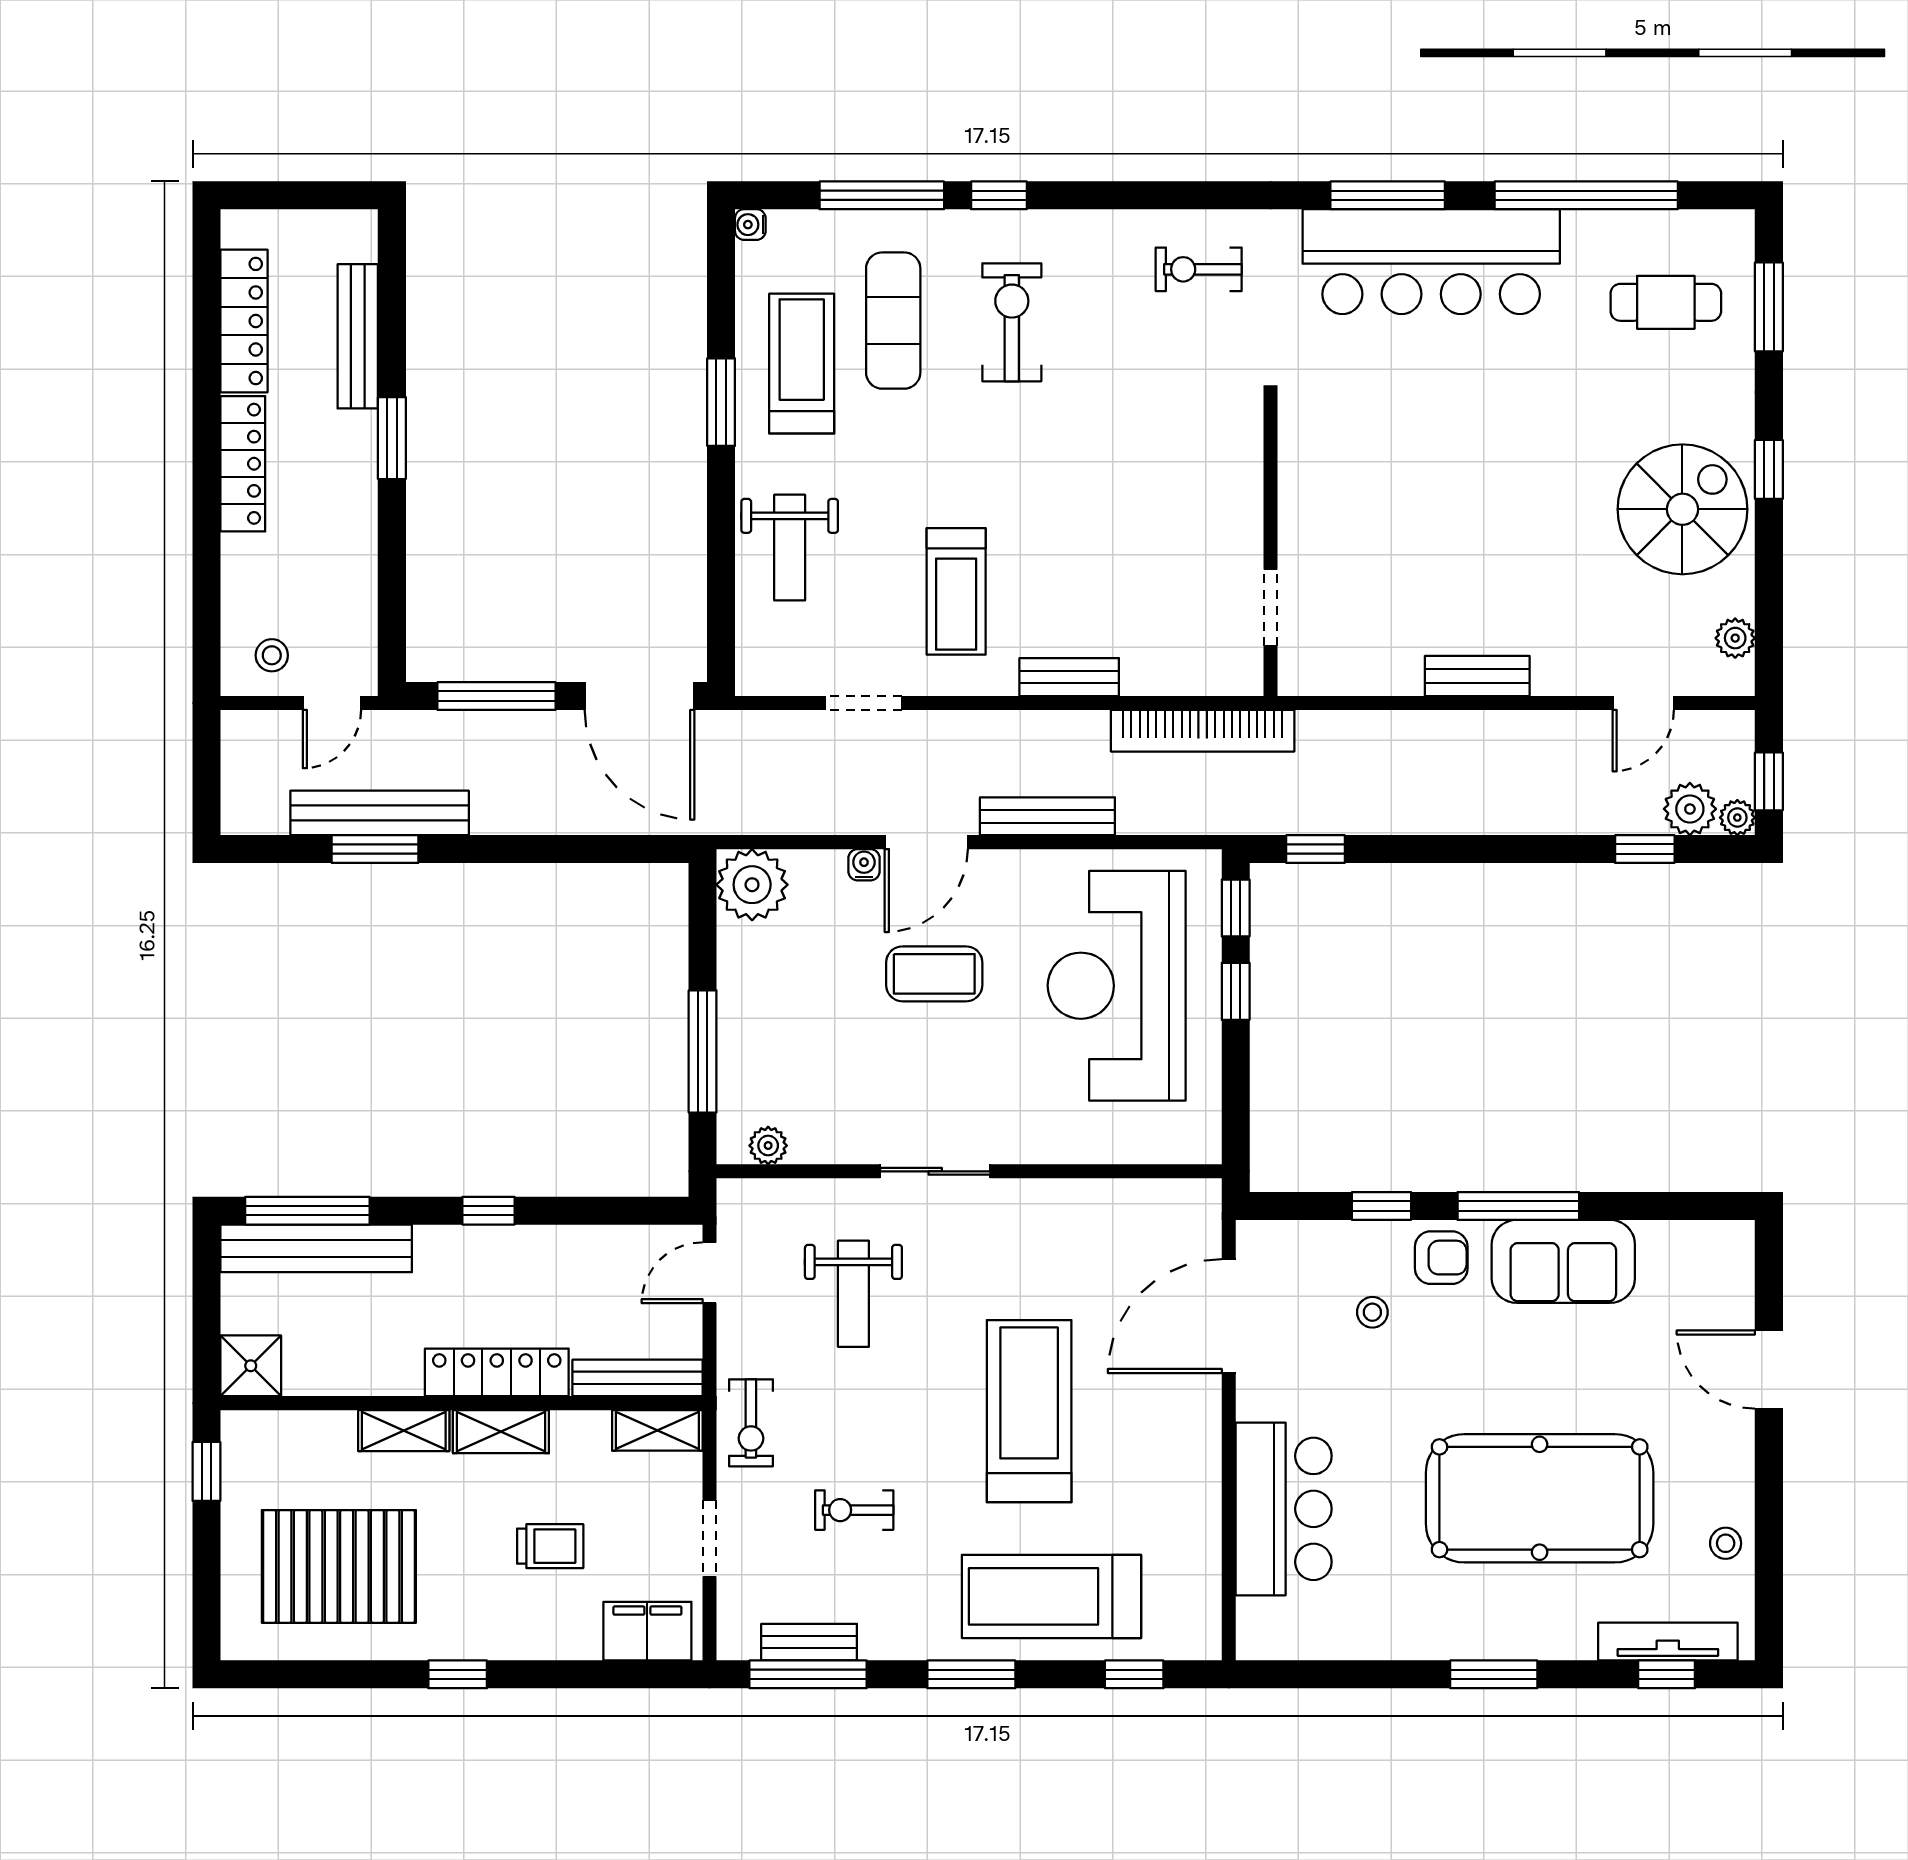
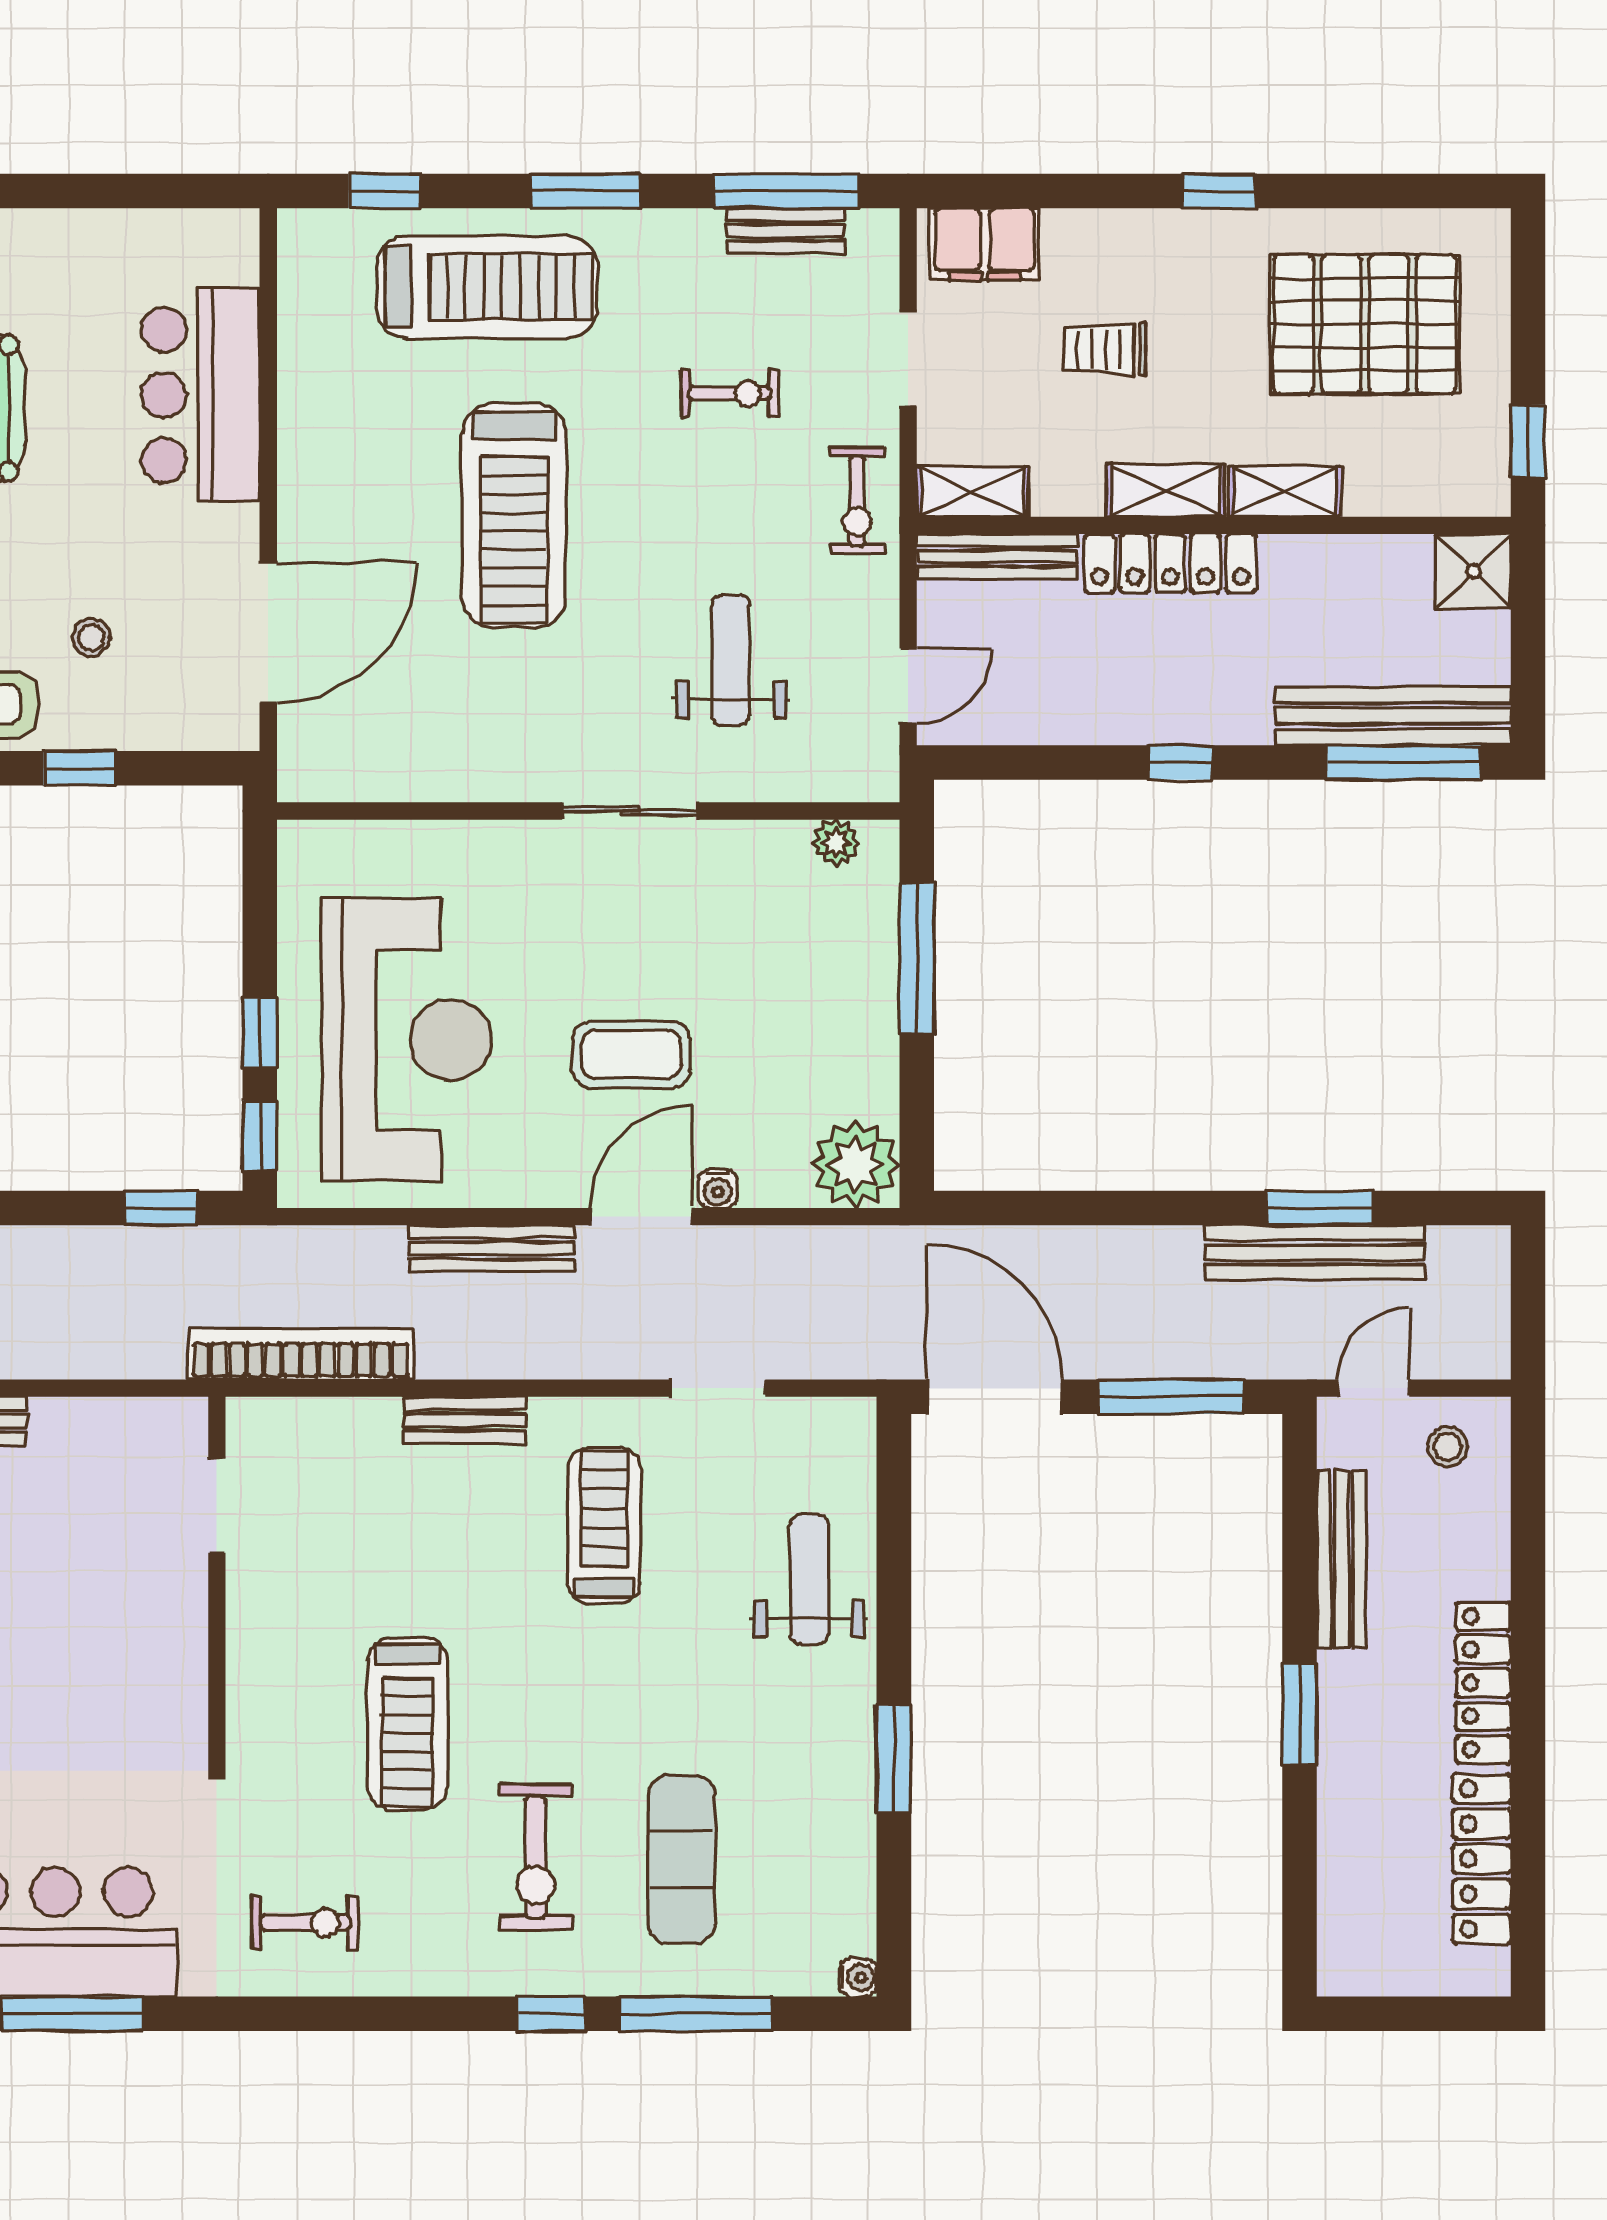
bench: (358, 336) -> (1342, 1559), moved
treadmill: (802, 364) -> (408, 1723), moved
exercise bike: (751, 1423) -> (857, 501), turned 180

